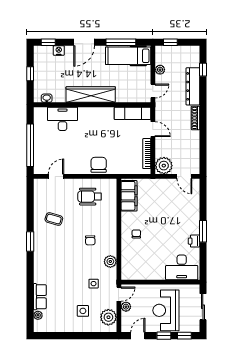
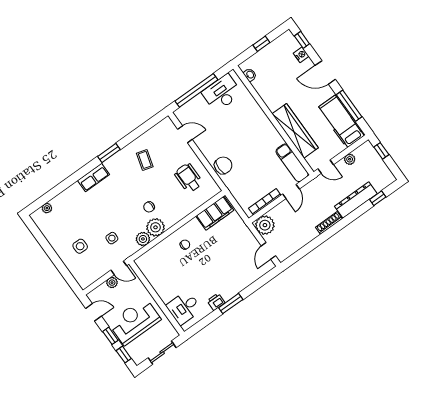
wardrobe: (91, 95) -> (295, 131), moved
desk: (62, 119) -> (222, 93), moved, turned -90
desk: (182, 267) -> (184, 308), width x0.73
row of seats: (40, 297) -> (93, 177), moved
plant: (108, 317) -> (156, 227), moved

